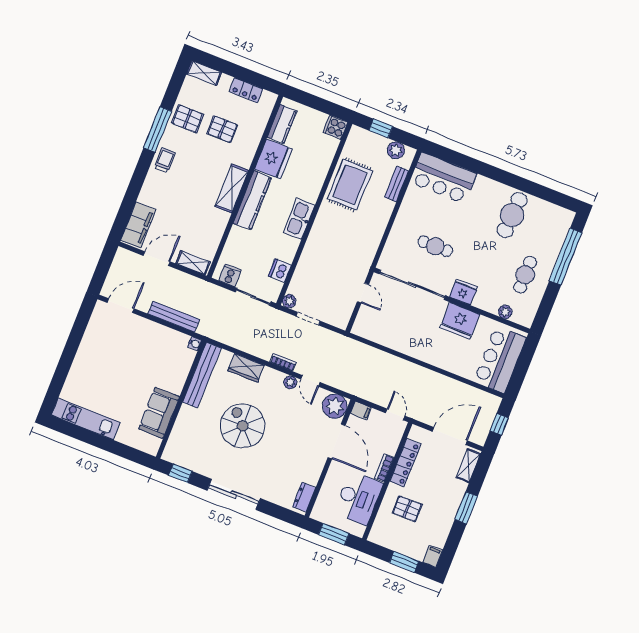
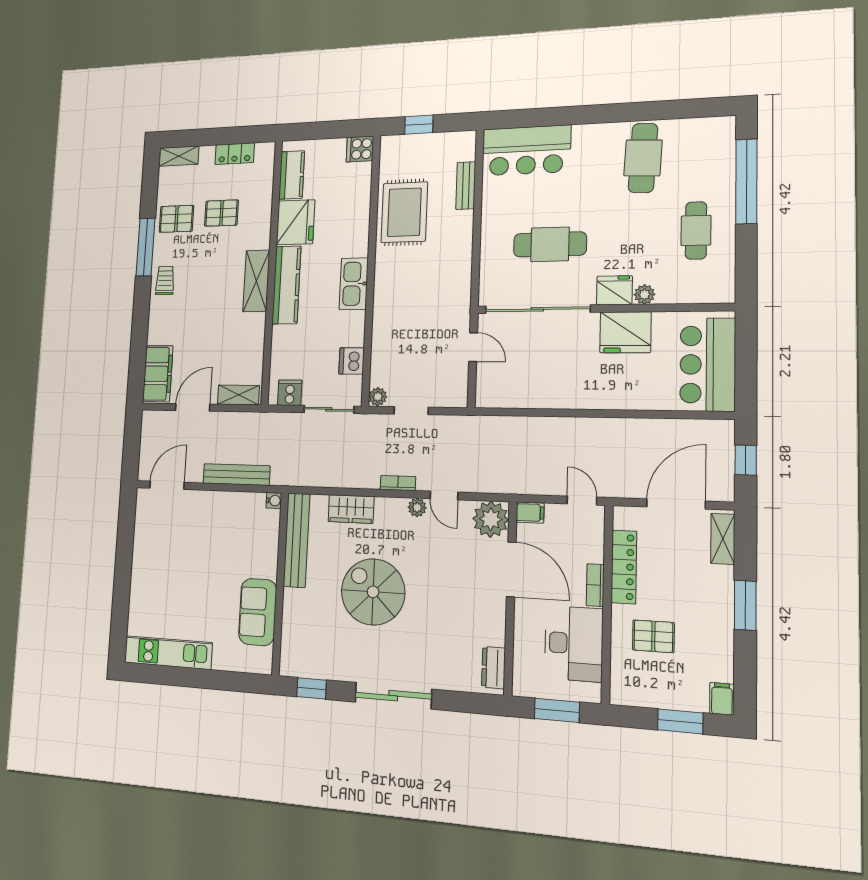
plant: (396, 150) -> (449, 143), removed
cafe table: (435, 246) -> (550, 244), width x1.37, depth x1.35
plant: (505, 312) -> (644, 294), moved

